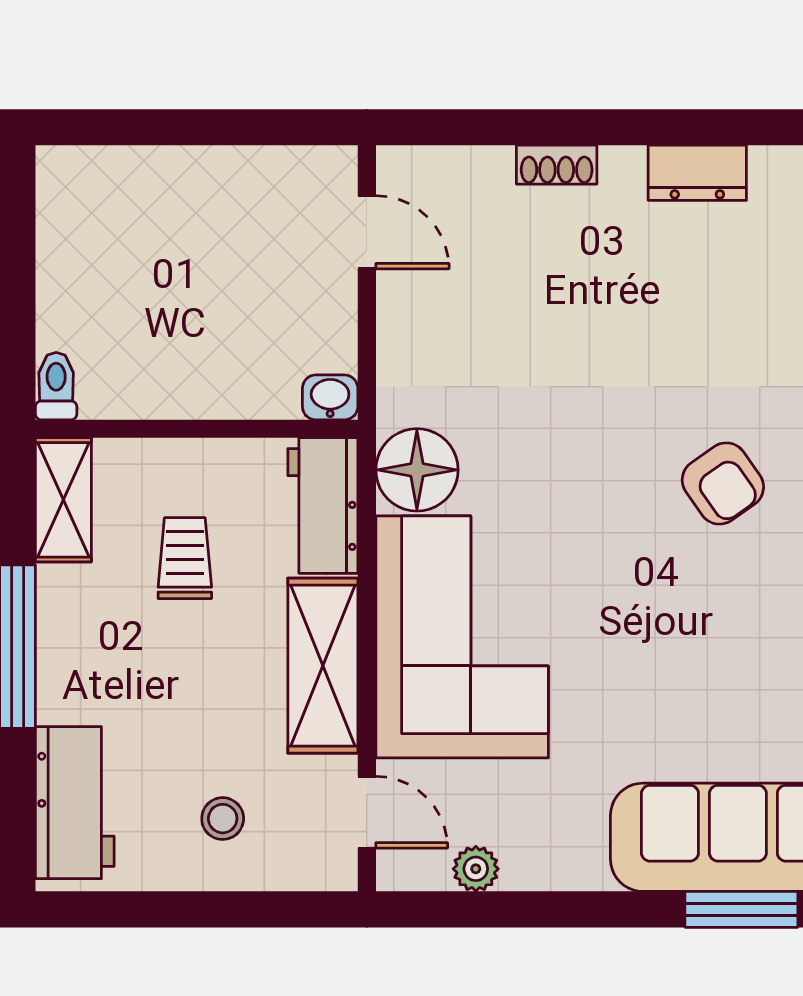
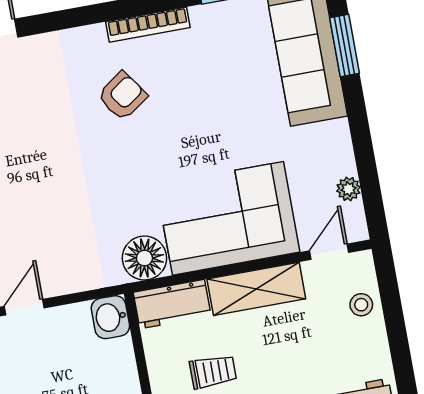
washbasin: (330, 397) -> (110, 317), width x1.38, depth x1.45
trolley: (185, 558) -> (213, 372), turned 180
stool: (223, 819) -> (361, 305), moved

